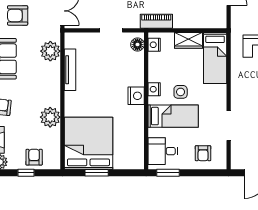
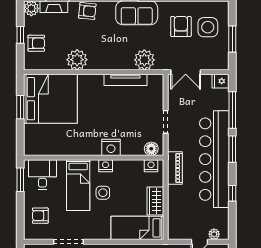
nightstand: (136, 96) -> (111, 147), moved

